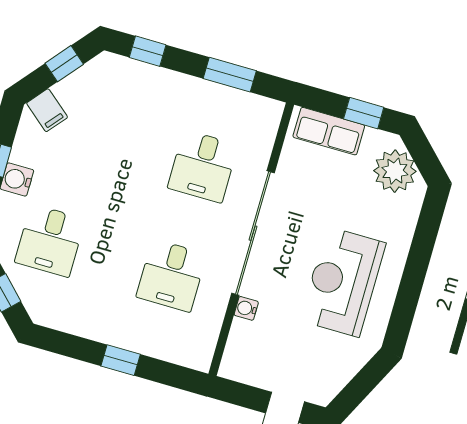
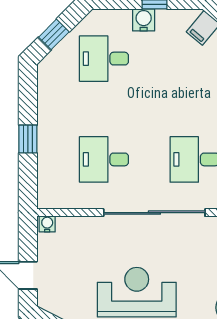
water cooler: (246, 308) -> (47, 224), moved

